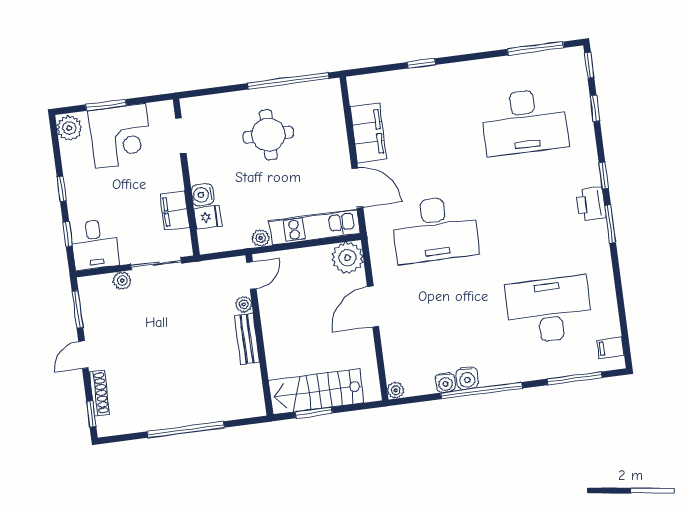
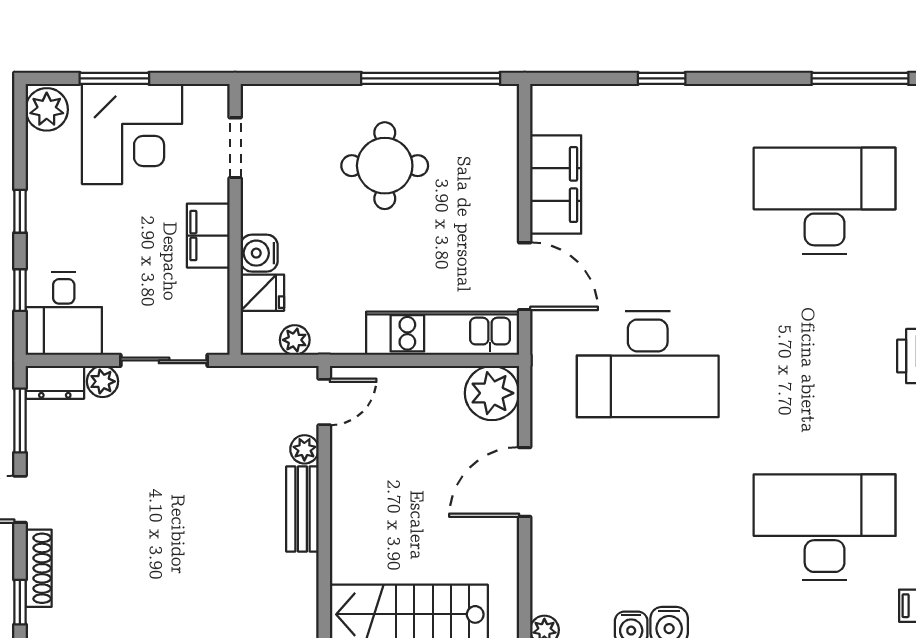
desk: (524, 122) -> (825, 201), turned 180
filing cabinet: (175, 211) -> (208, 236), moved
plant: (261, 238) -> (295, 340), moved
dresser: (95, 285) -> (55, 382), added

